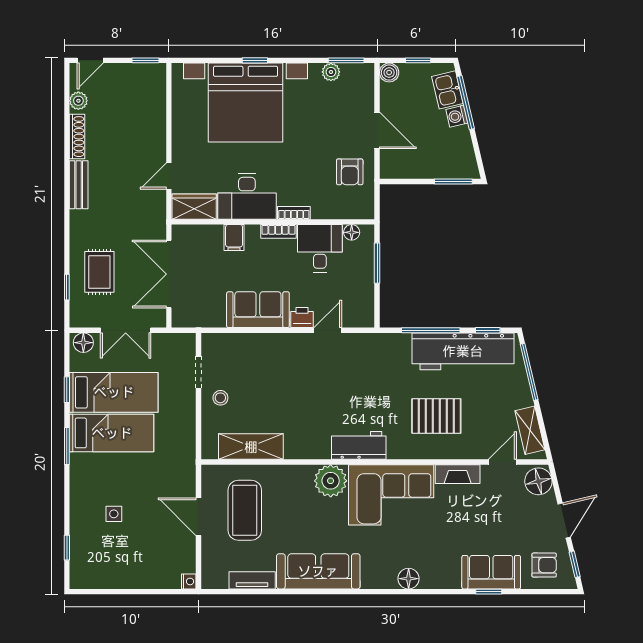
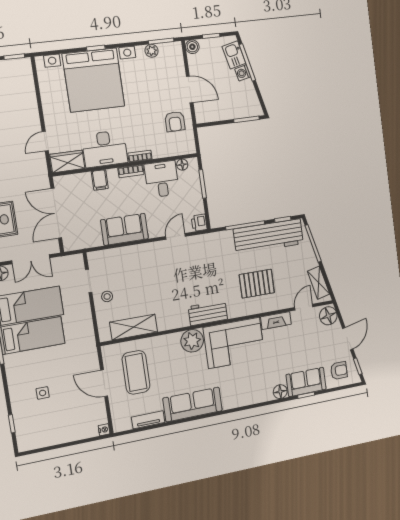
printer: (302, 318) -> (199, 223), moved, turned -90
floor lamp: (409, 579) -> (280, 392), moved

